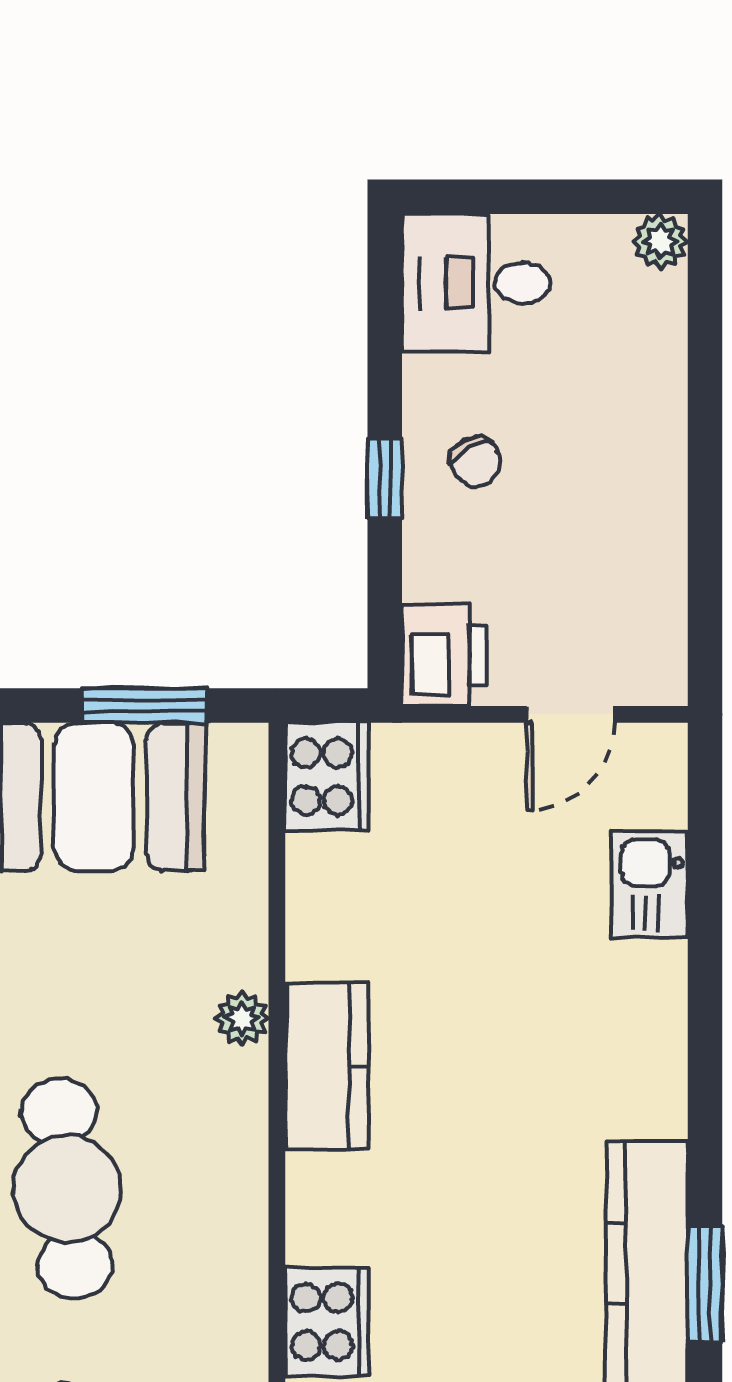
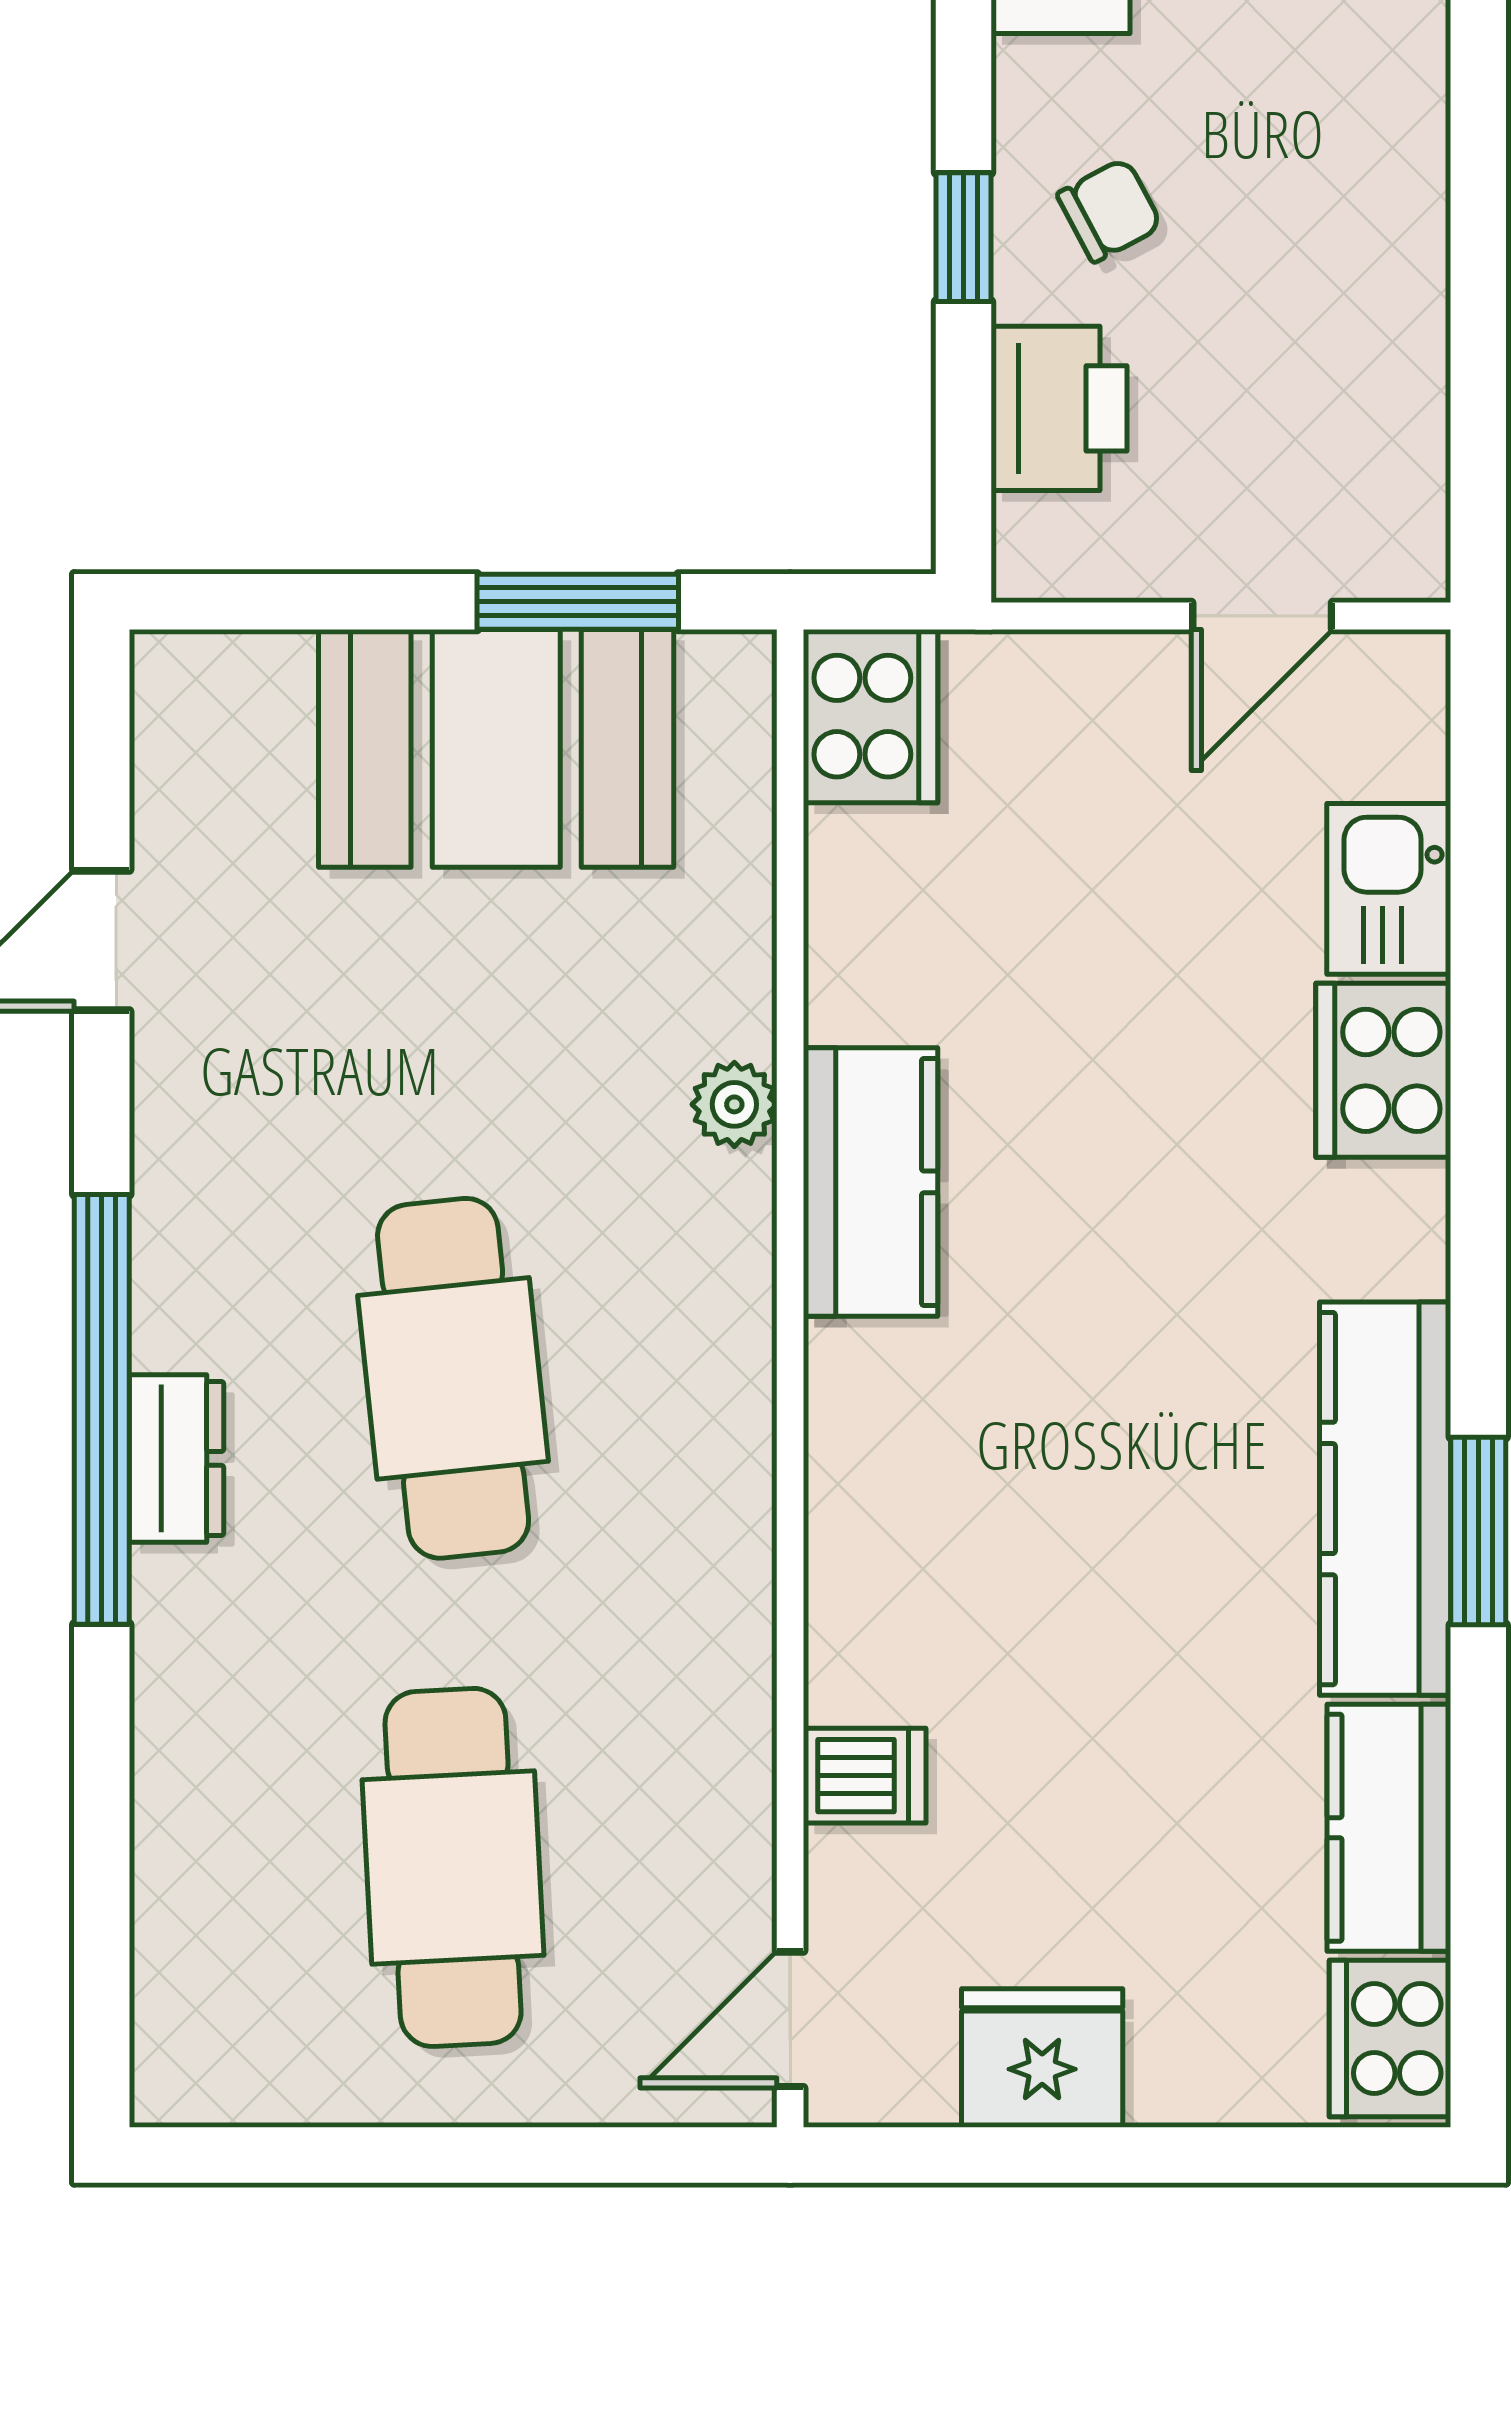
chair: (476, 462) -> (1110, 210), turned -91
printer: (444, 655) -> (1059, 408), moved
cooker: (327, 1322) -> (1383, 1070), moved, turned 180

